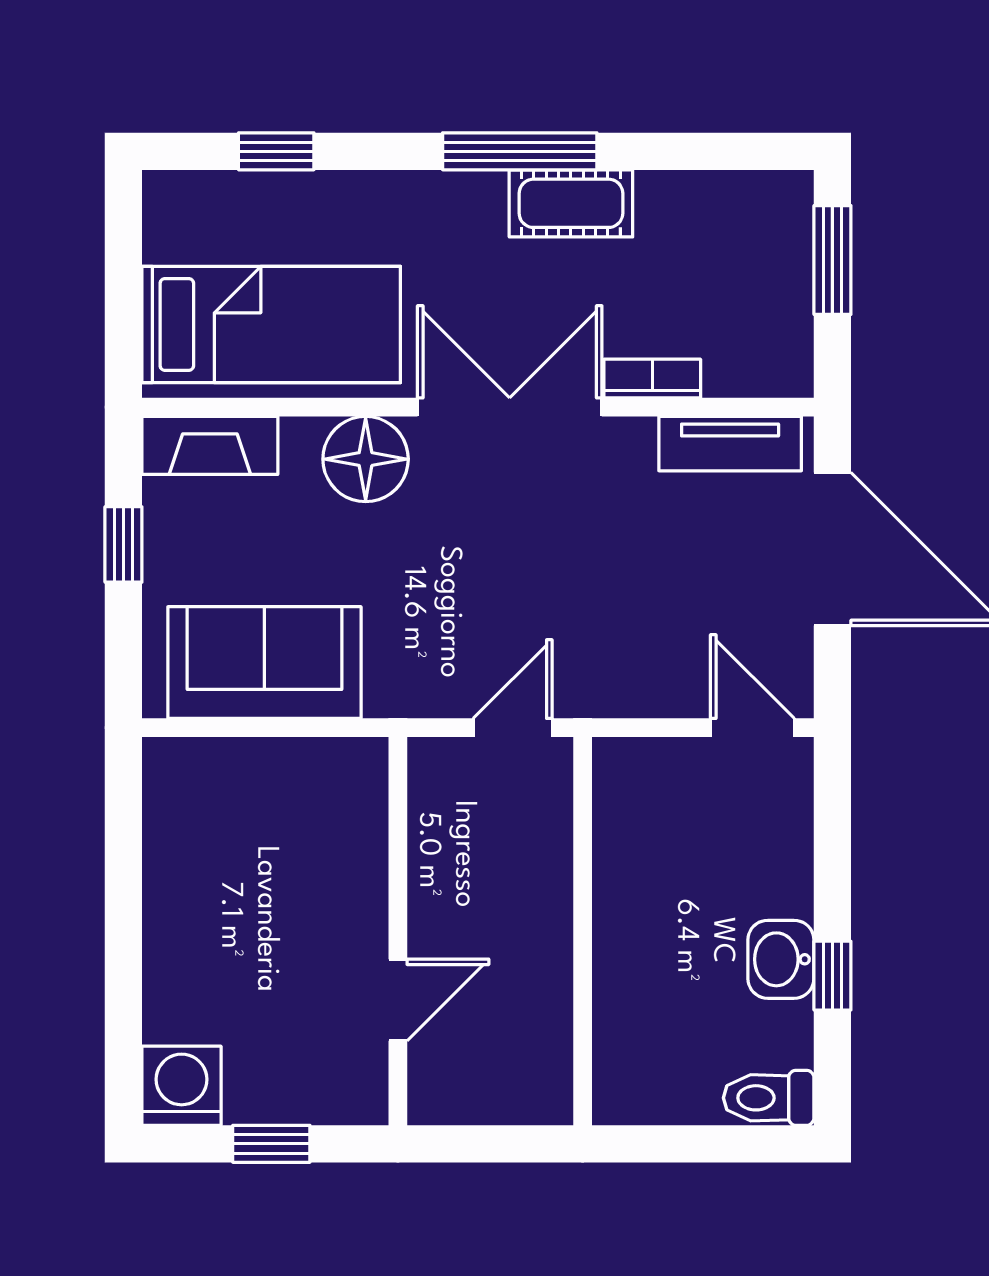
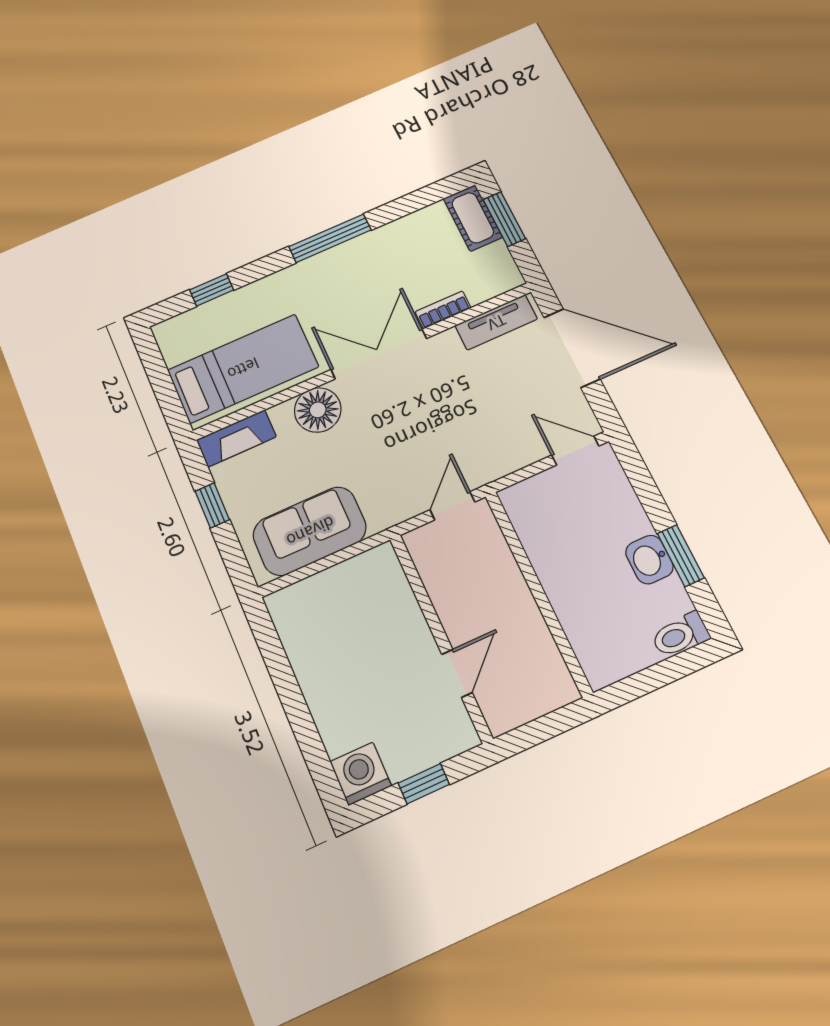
cot: (571, 203) -> (473, 218), moved, turned 90
window: (832, 976) -> (681, 556), width x1.50

